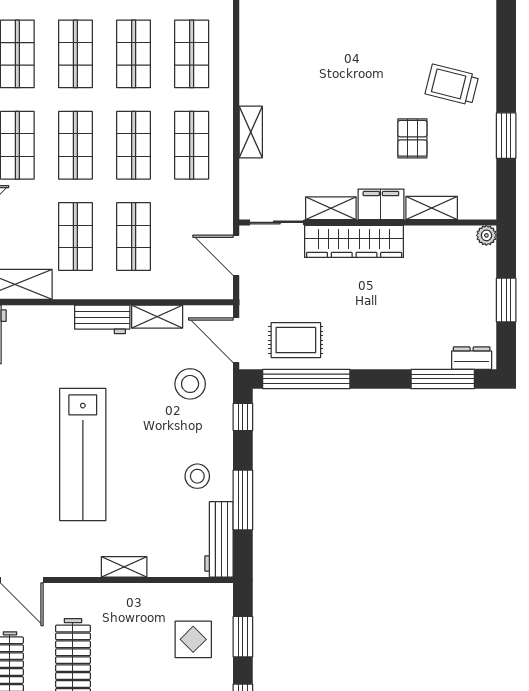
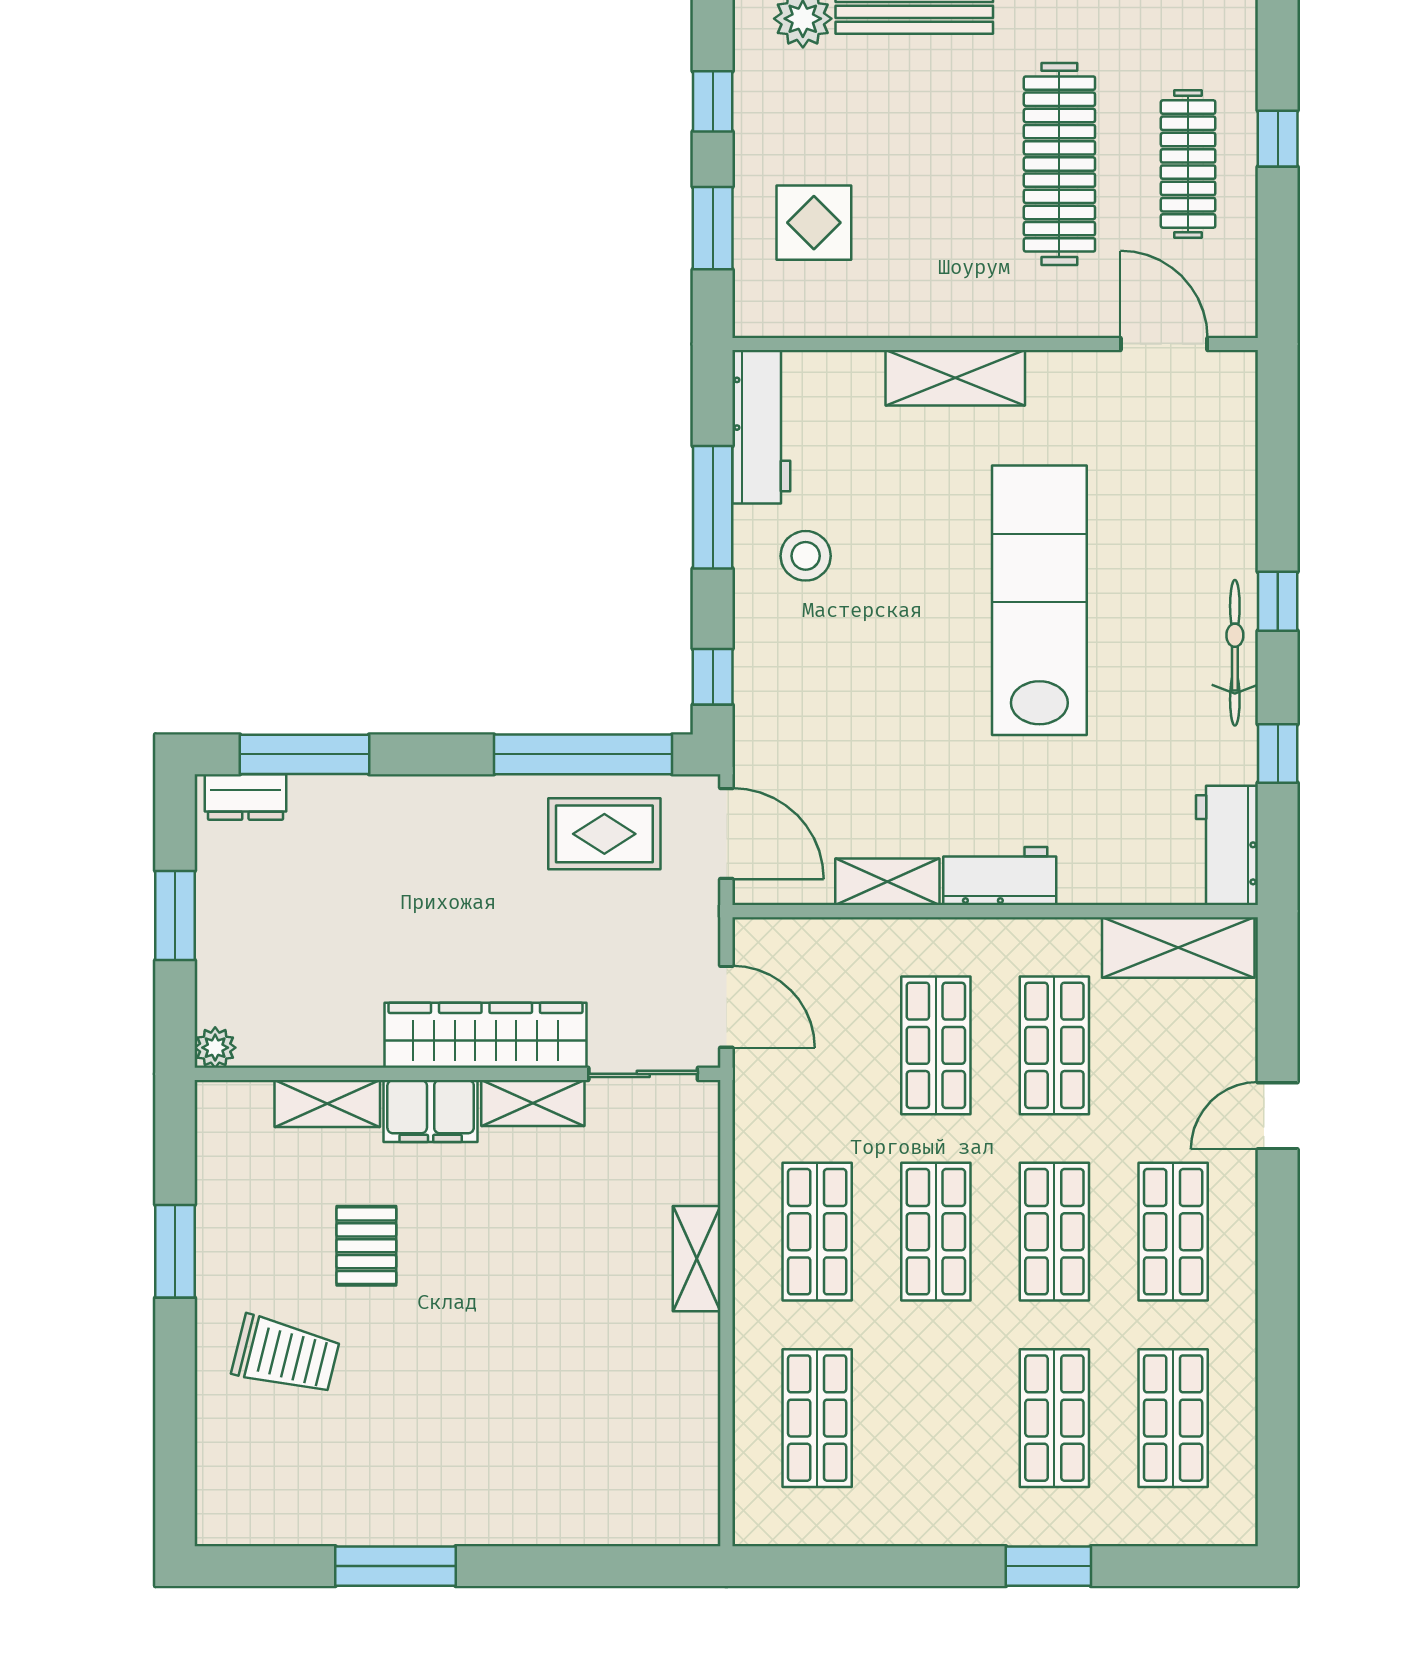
shop shelf: (134, 54) -> (936, 1418), removed
stool: (190, 384) -> (820, 744), removed
shelving: (124, 567) -> (955, 378), width x1.50, depth x1.33

